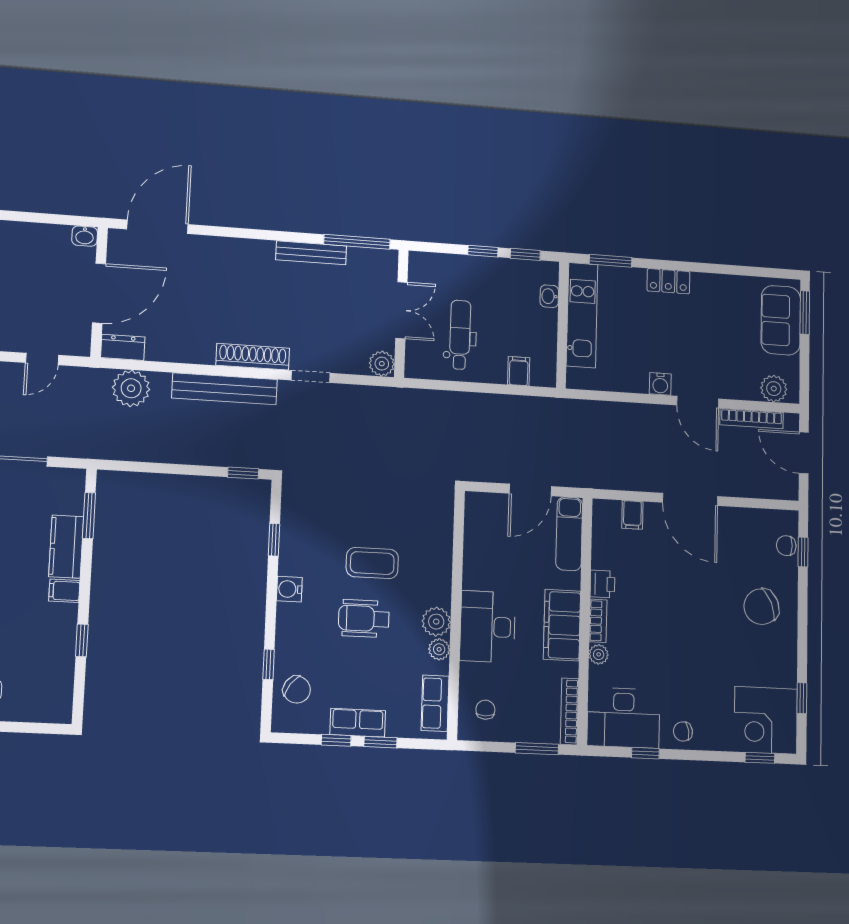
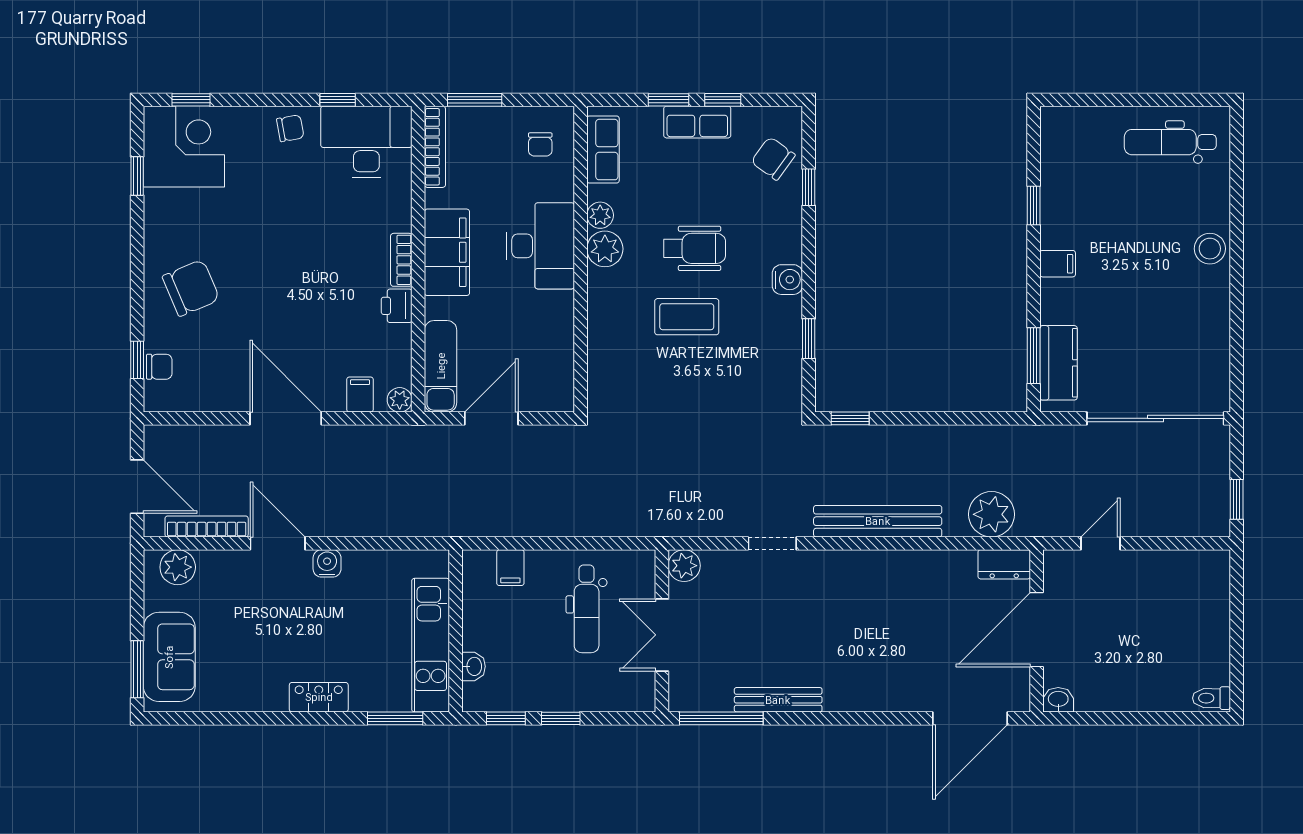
shoe rack: (253, 357) -> (845, 563), removed
kitchen counter: (66, 547) -> (1058, 363), moved
plant: (599, 654) -> (400, 400), moved

